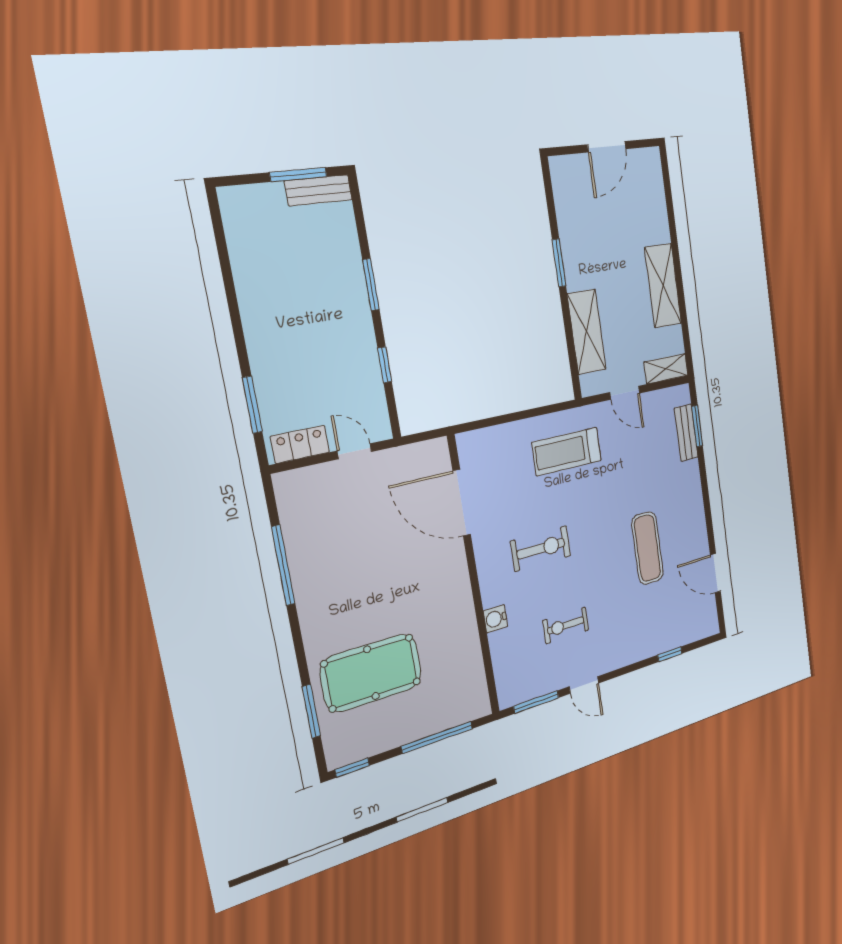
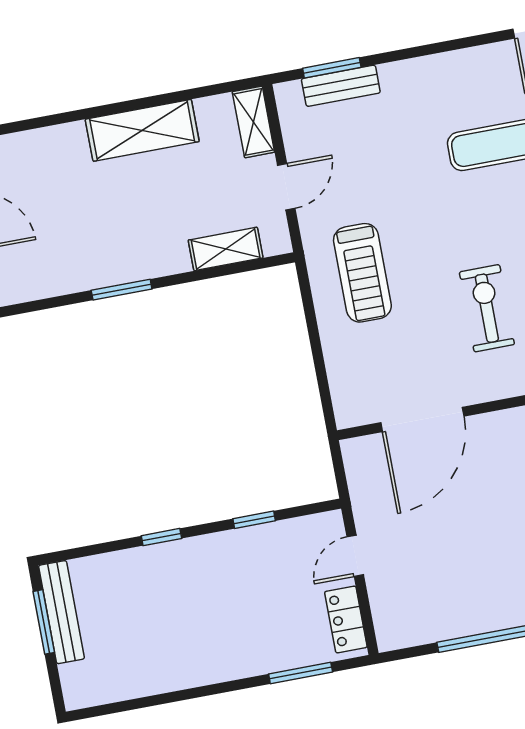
bench: (319, 190) -> (61, 612), width x1.36
window: (371, 285) -> (161, 537), width x0.67
shelving: (587, 332) -> (226, 249), width x0.67, depth x0.75

